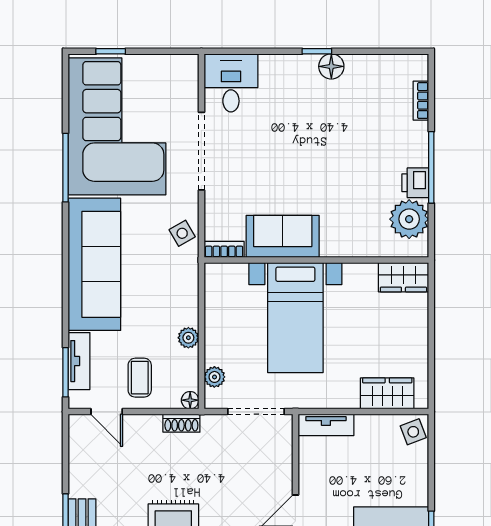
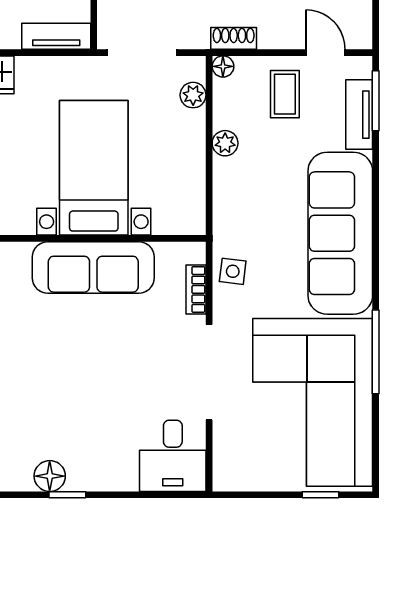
side table: (182, 233) -> (233, 271), turned 37
sofa: (283, 236) -> (93, 267), width x1.36
bookcase: (224, 249) -> (196, 289), moved, turned 90

